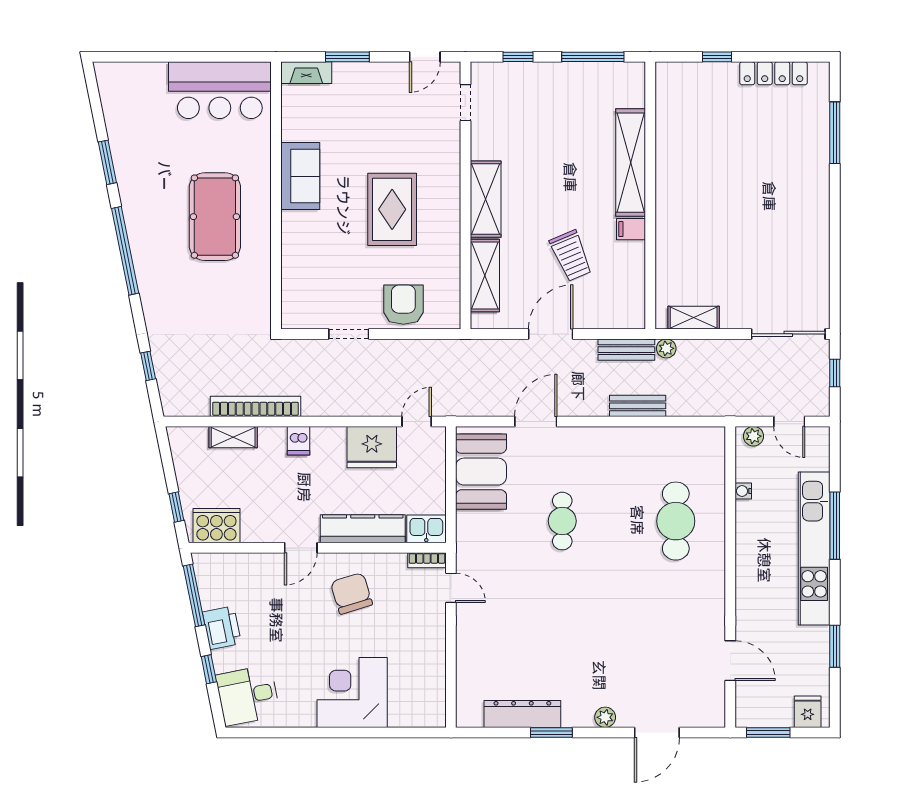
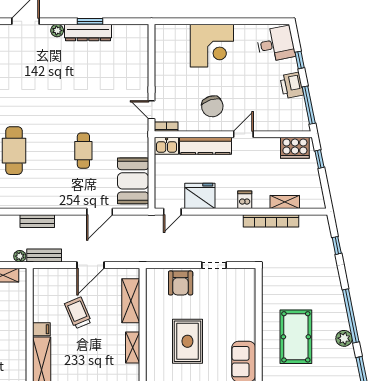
shelving: (486, 199) -> (133, 348), width x0.67, depth x0.75
plant: (136, 214) -> (344, 338), added
dresser: (522, 714) -> (88, 33), moved

